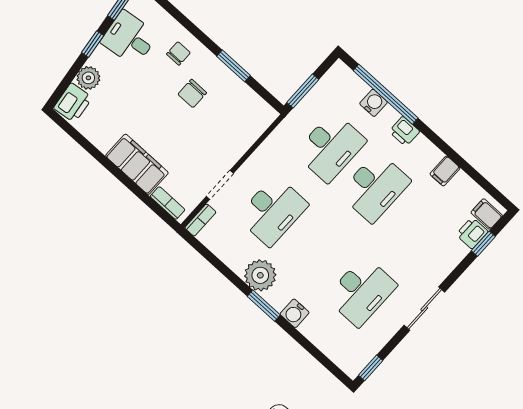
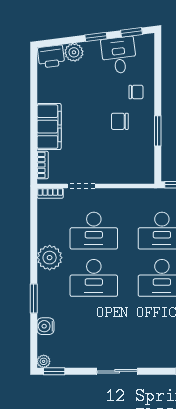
desk: (361, 291) -> (94, 278), moved
window: (264, 306) -> (34, 299), moved
water cooler: (295, 313) -> (46, 326), moved
plant: (353, 369) -> (44, 361), added

